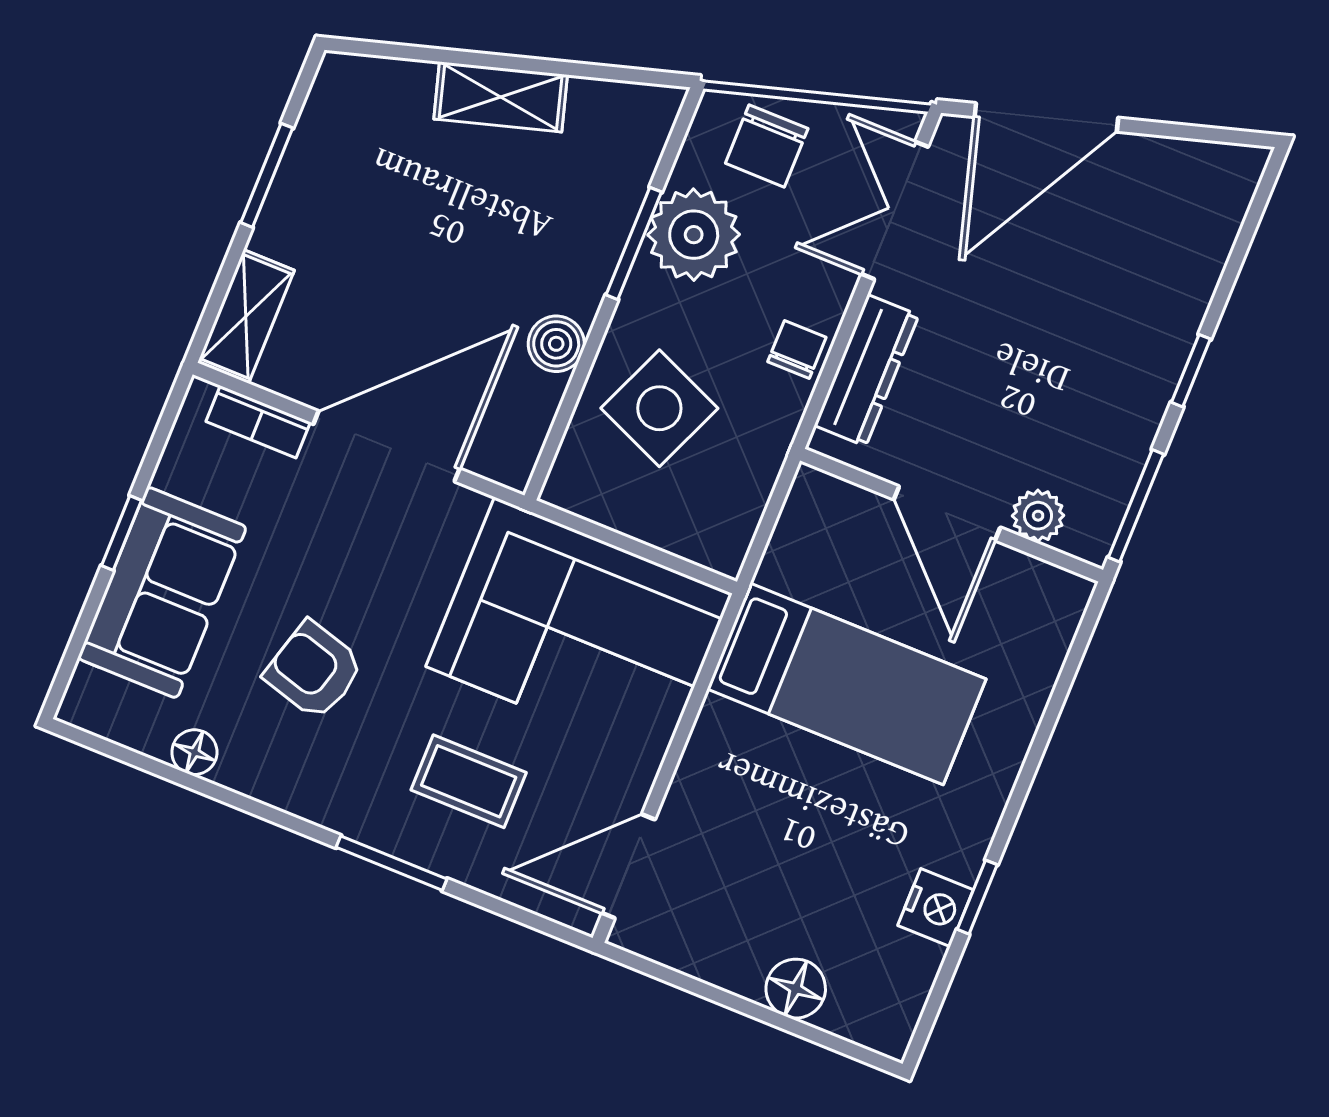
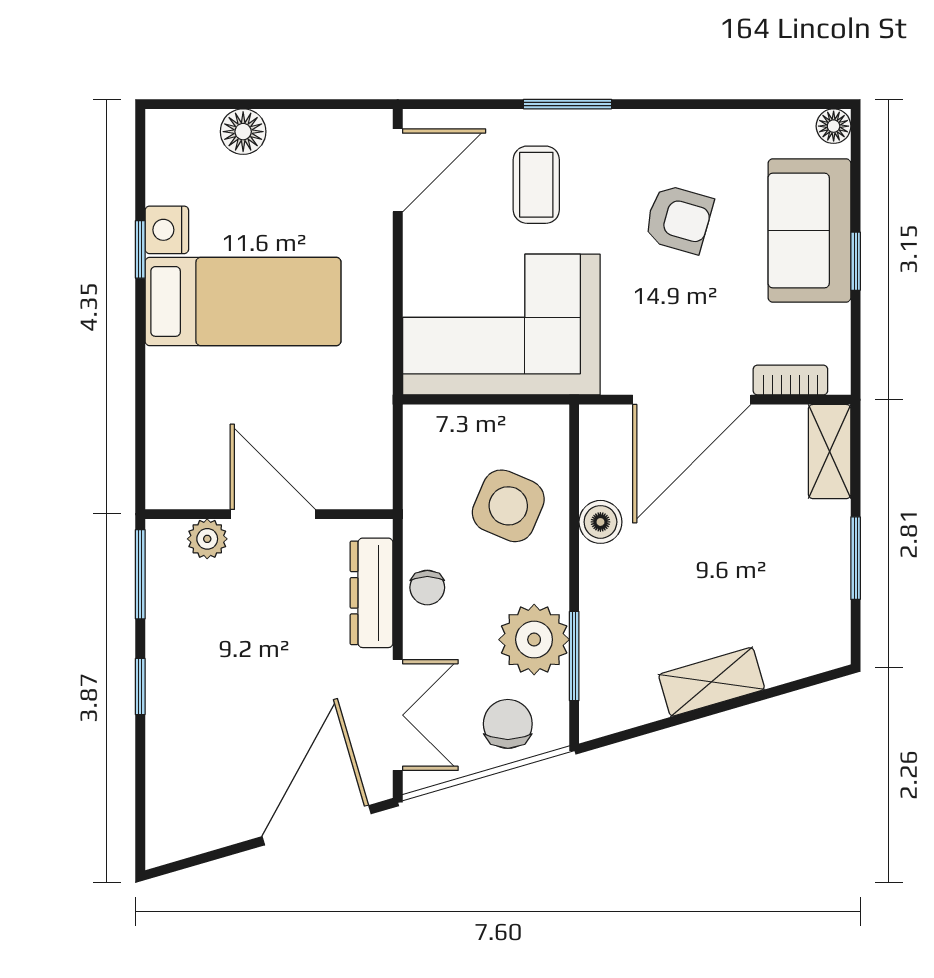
window: (634, 243) -> (574, 656), moved
bed: (847, 684) -> (243, 301), moved, turned 180
floor lamp: (194, 752) -> (834, 126), moved
coffee table: (469, 781) -> (536, 185), turned 90

